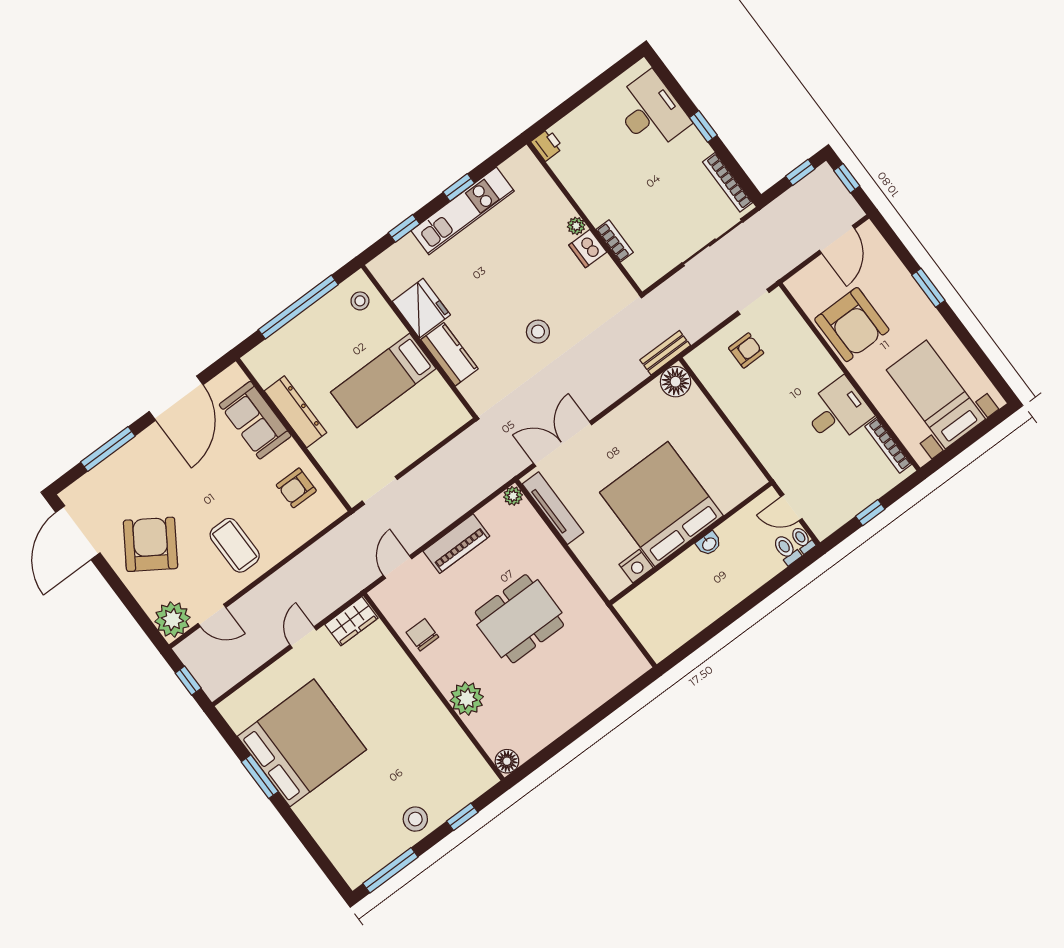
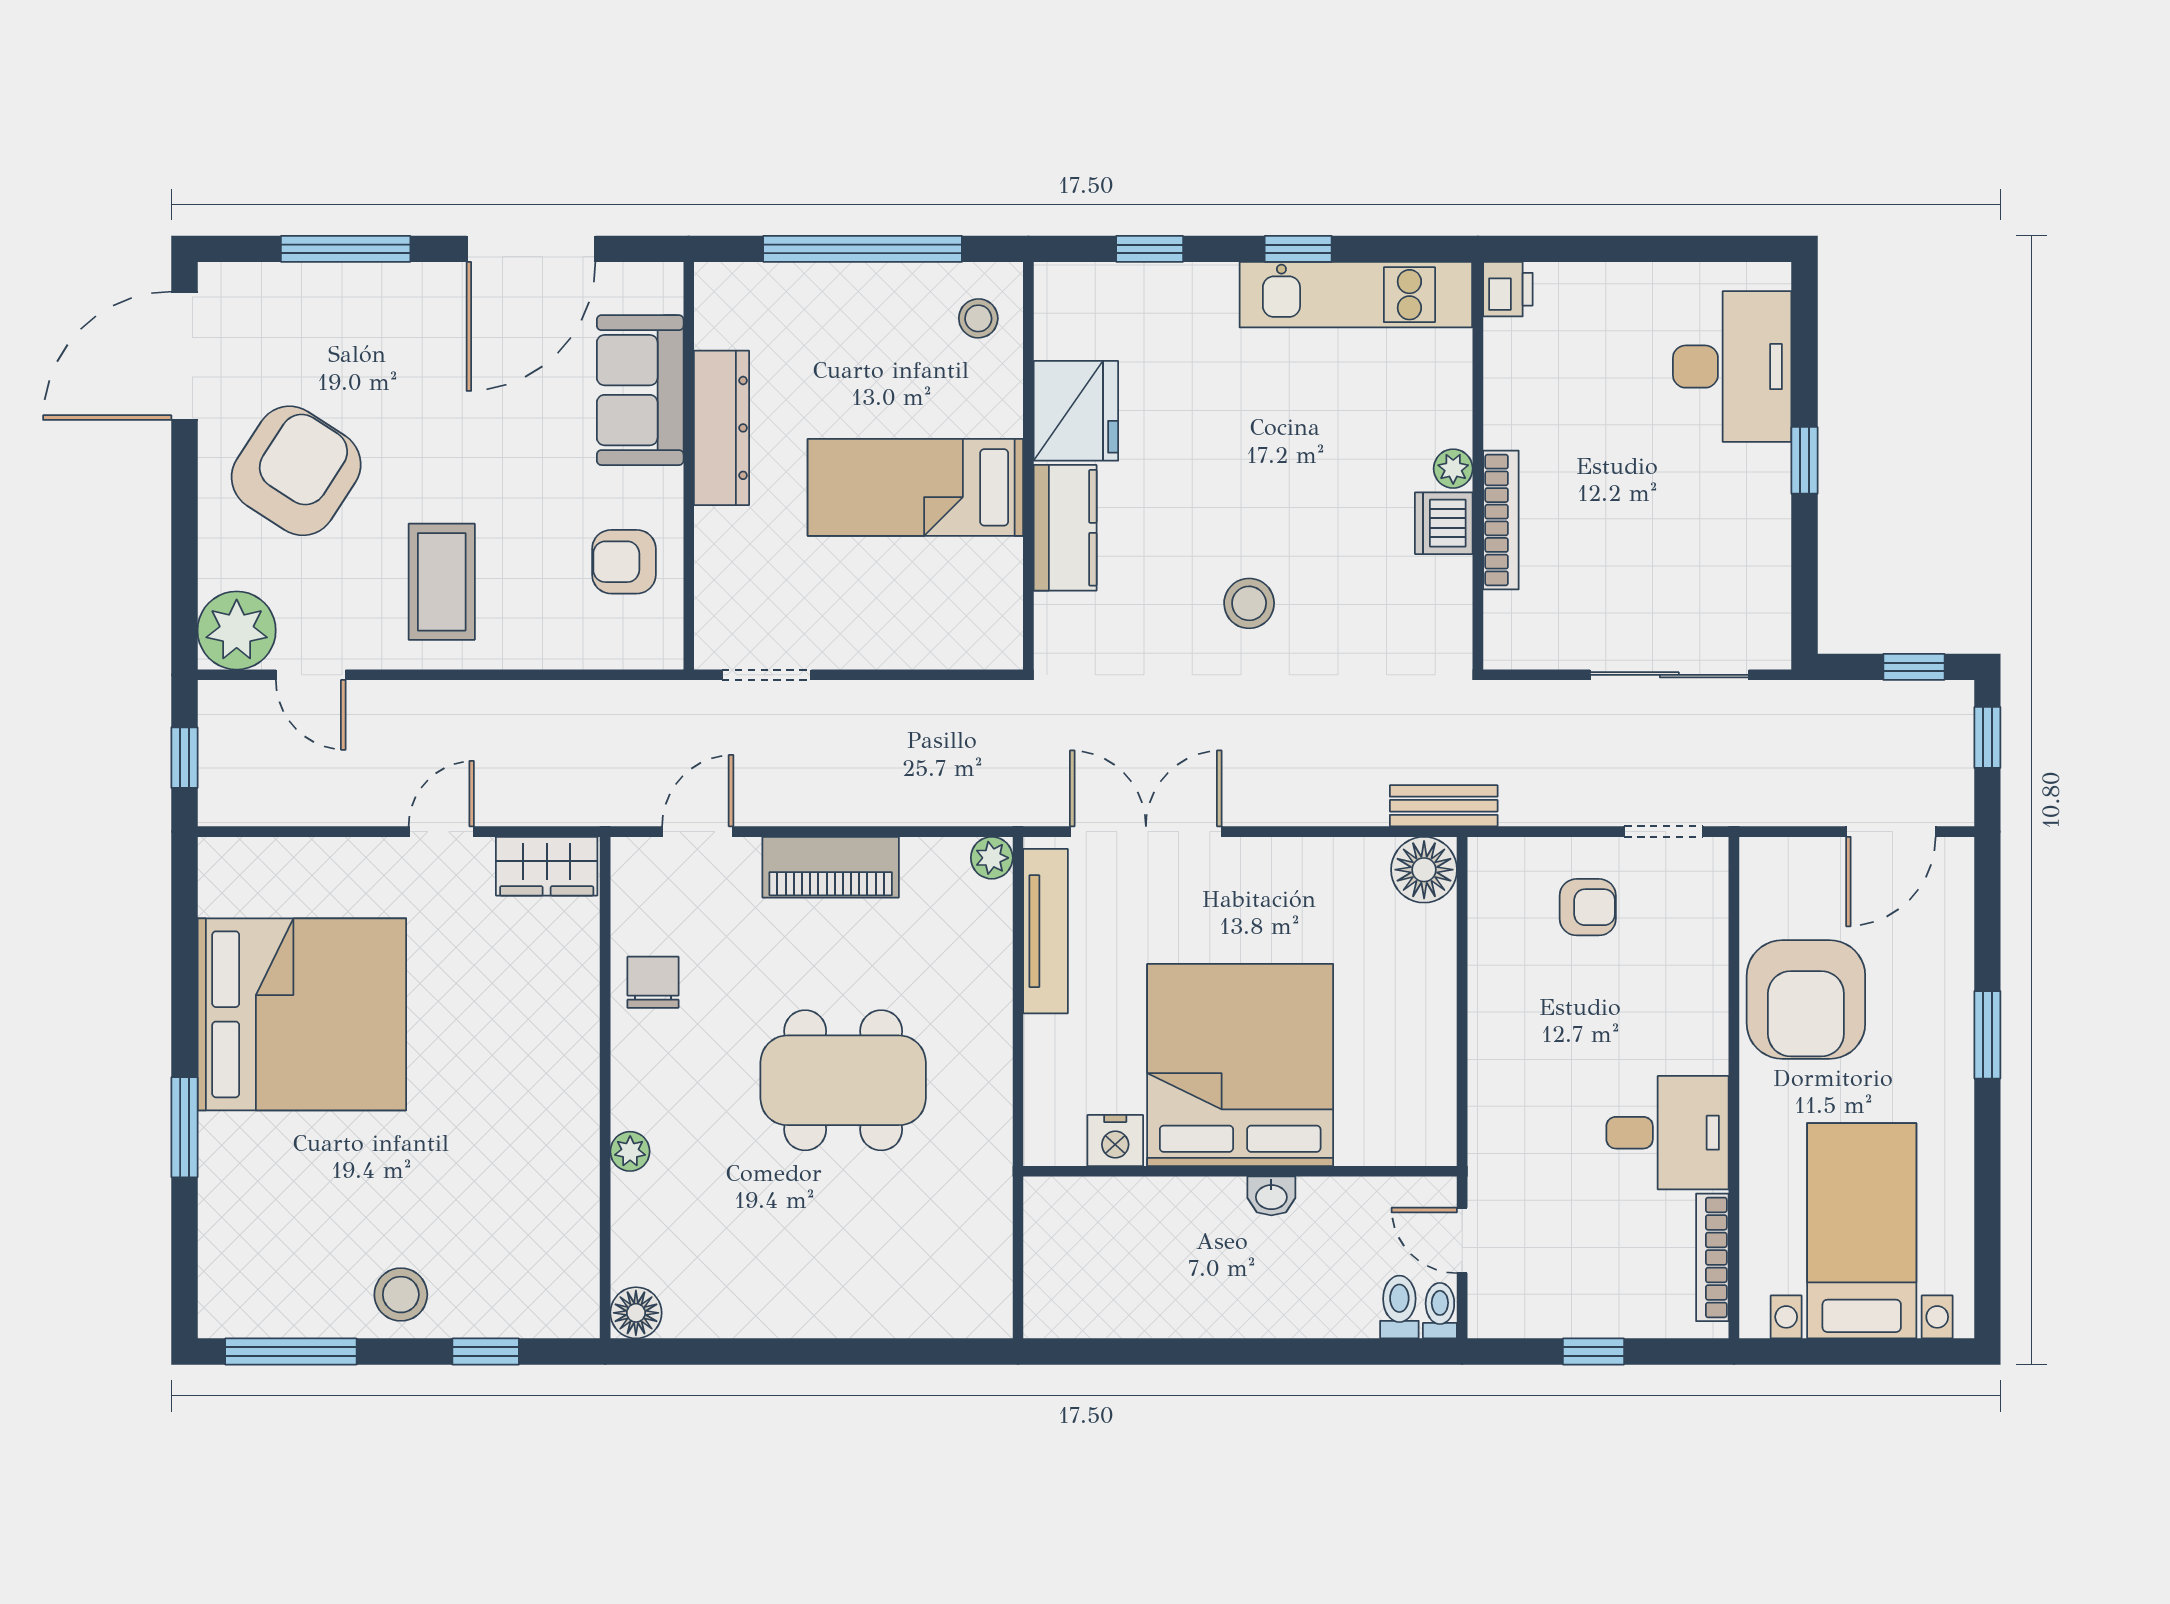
bookcase: (727, 182) -> (1774, 589), removed
kitchen unit: (463, 211) -> (1356, 295), moved
bookcase: (615, 241) -> (1501, 520), width x1.56
plant: (467, 699) -> (630, 1151), width x0.53, depth x0.53
window: (260, 777) -> (184, 1127), moved

